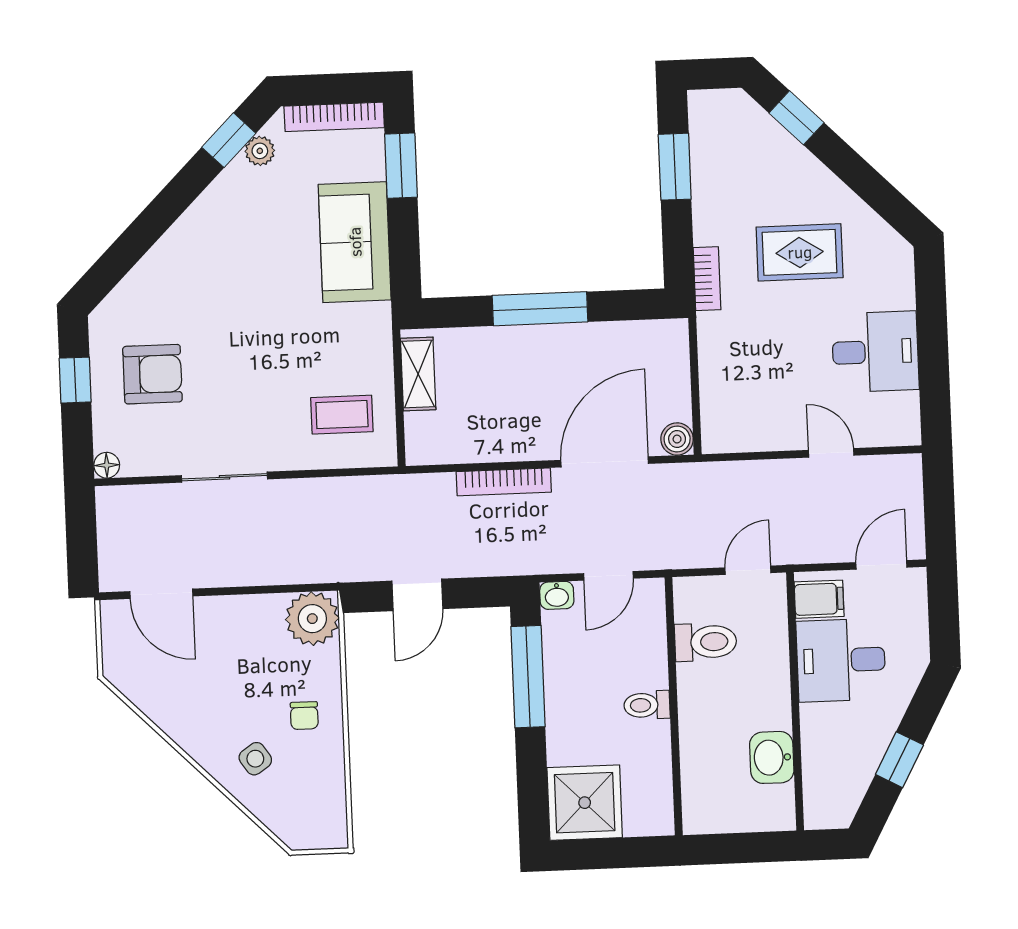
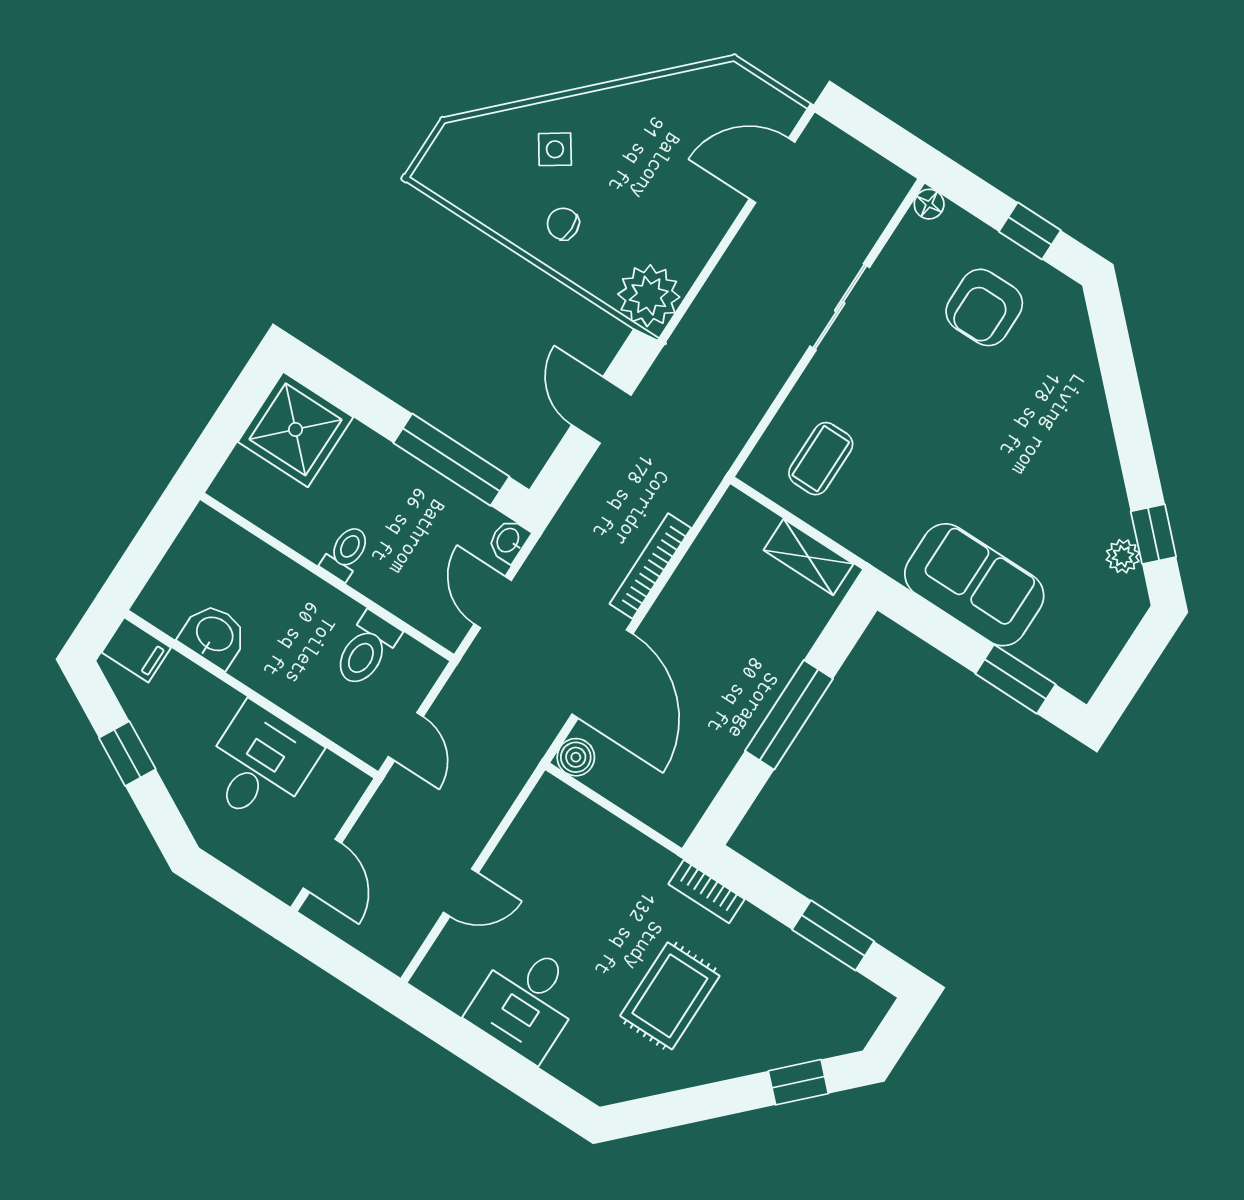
bookcase: (334, 117) -> (1106, 649), removed
filing cabinet: (819, 599) -> (136, 650), moved, turned -90

